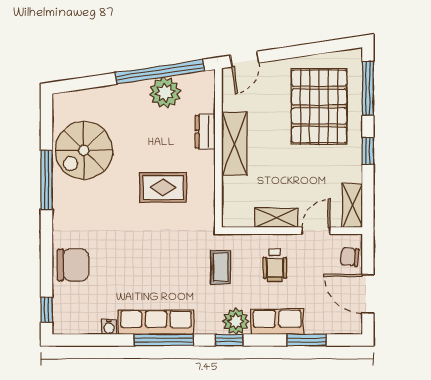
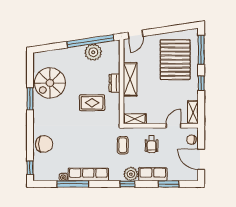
dresser: (205, 132) -> (114, 83), moved
window: (47, 180) -> (30, 99), width x0.69
shelving: (276, 218) -> (135, 119), moved
window: (164, 340) -> (73, 184), moved

